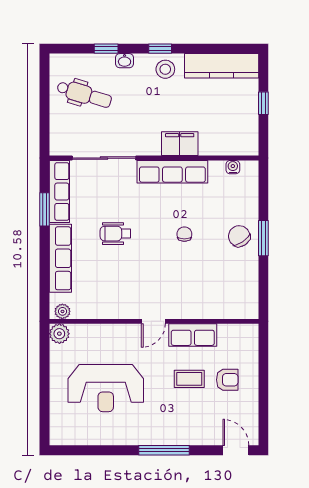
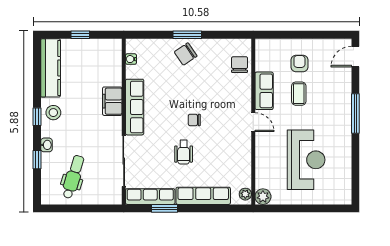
chair: (184, 234) -> (194, 120), moved
chair: (226, 304) -> (240, 65), added

